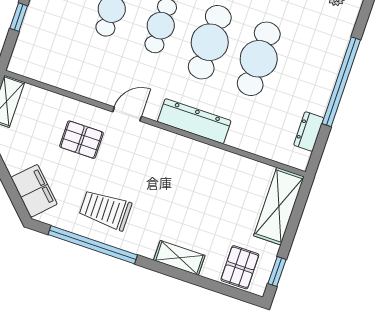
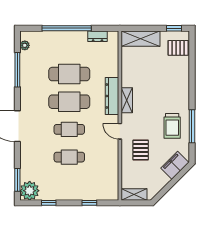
window: (93, 245) -> (192, 126), width x0.68
shelving: (179, 258) -> (127, 100), moved

